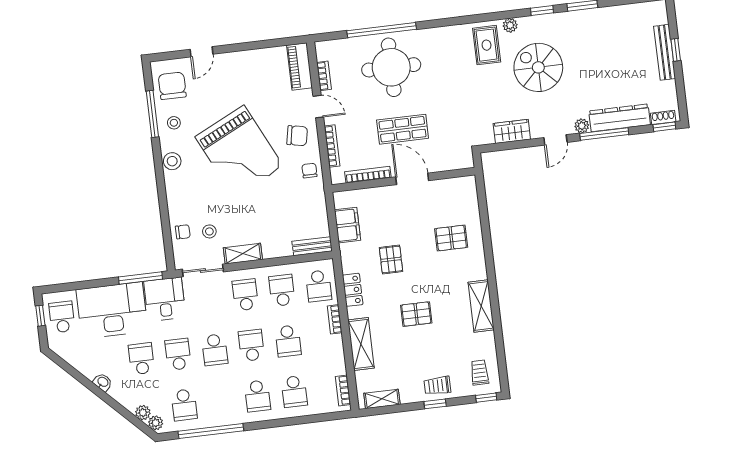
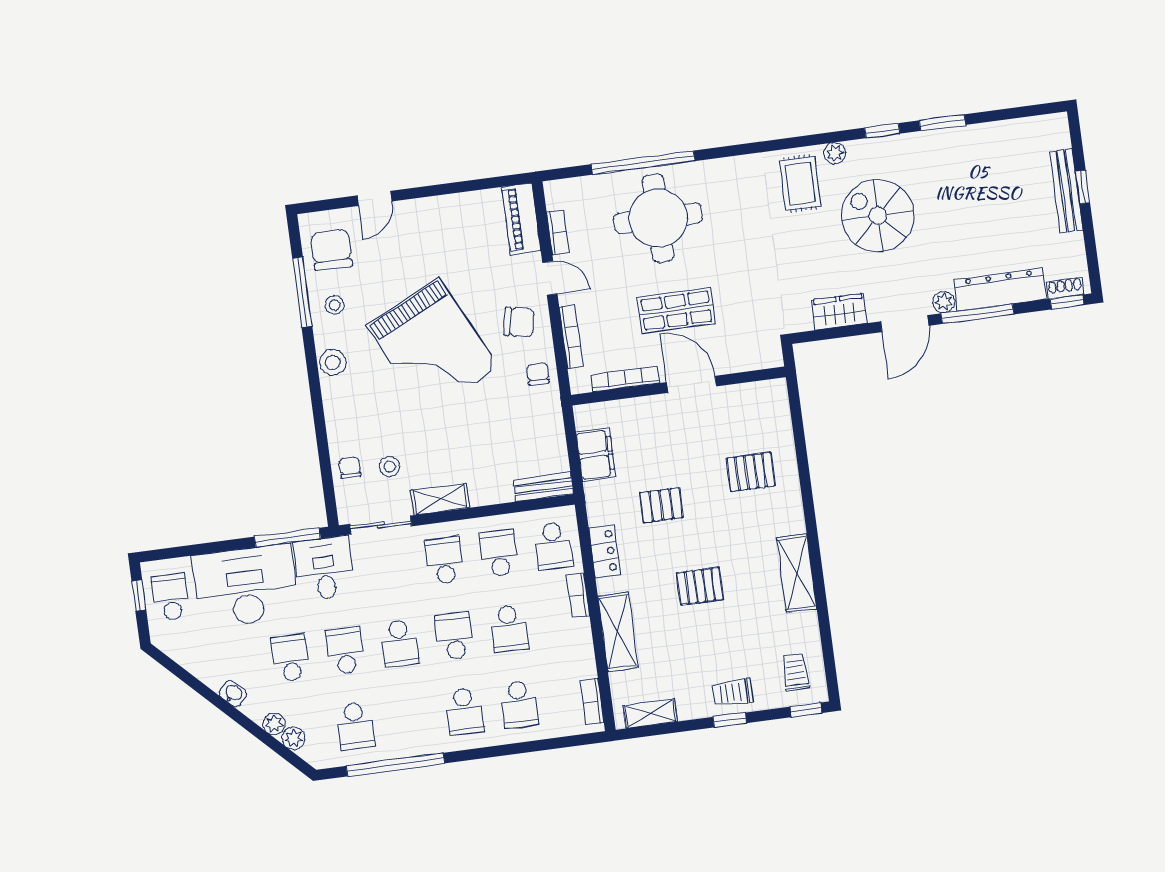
door: (555, 140) -> (905, 324), width x1.38
chair: (183, 232) -> (350, 468), turned -90
pallet: (391, 259) -> (661, 505), turned 90
plant: (156, 423) -> (274, 724), moved

